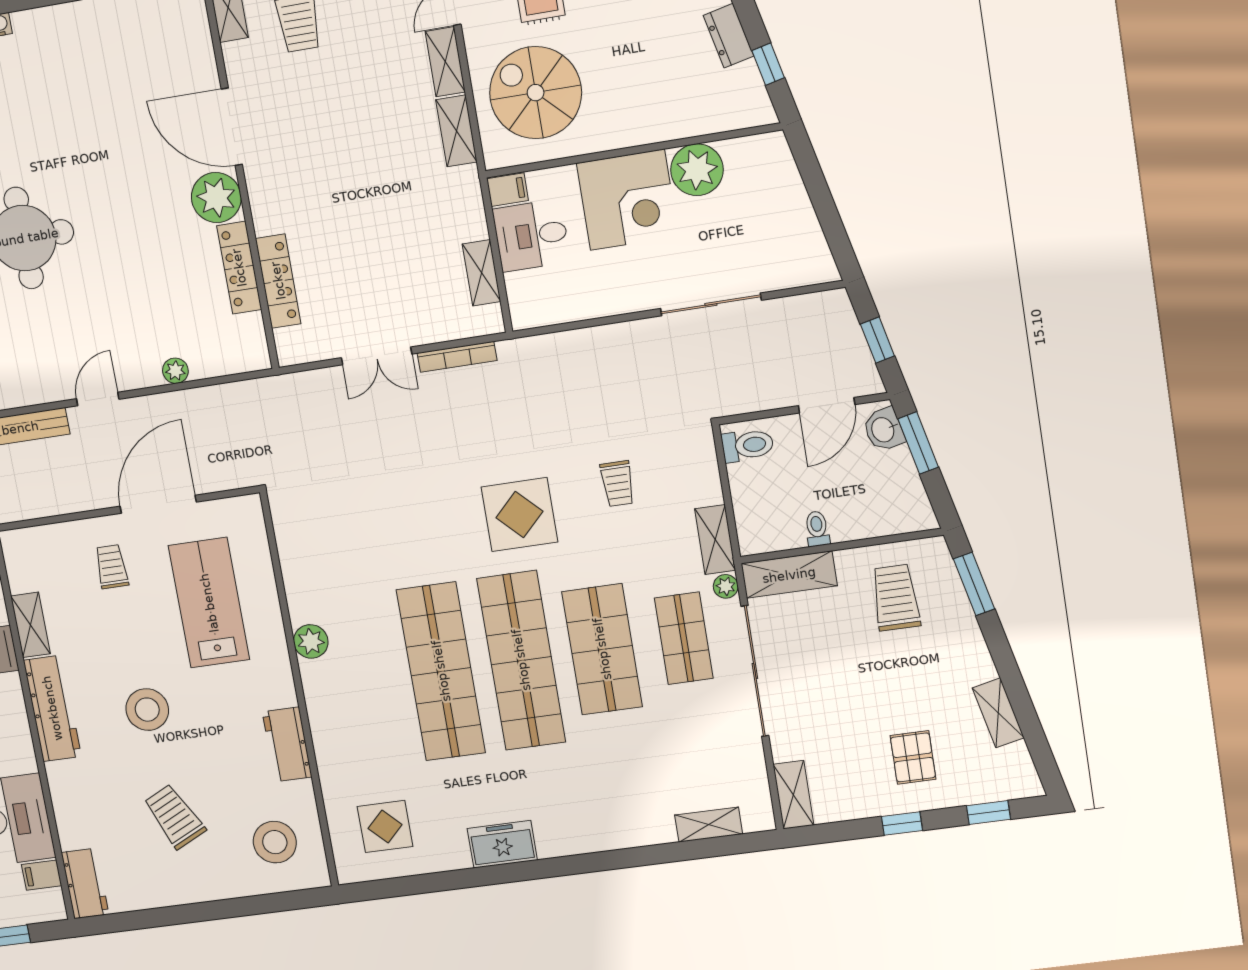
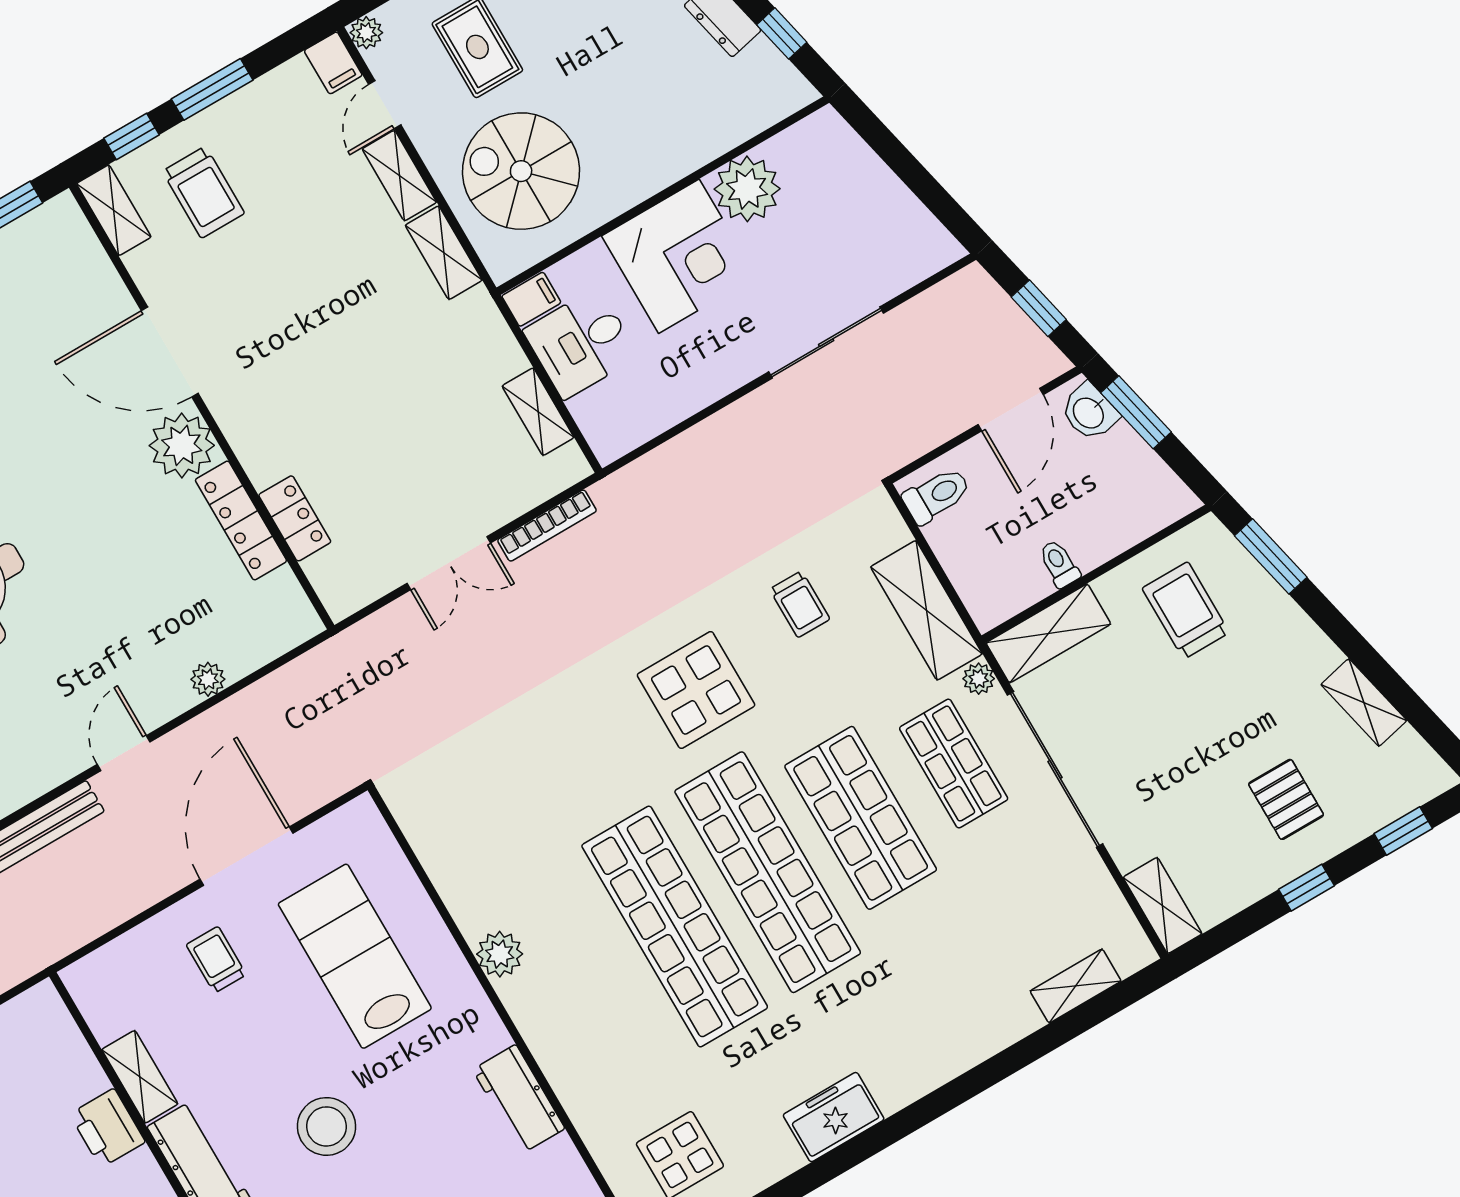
locker: (278, 281) -> (295, 518), width x0.66
shelving: (715, 540) -> (926, 610), width x1.50, depth x1.33

